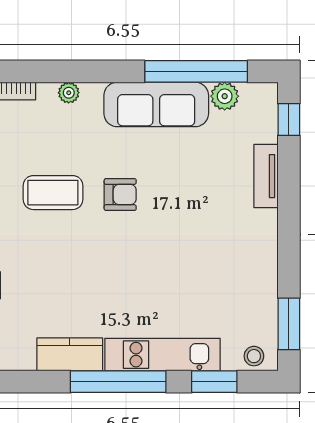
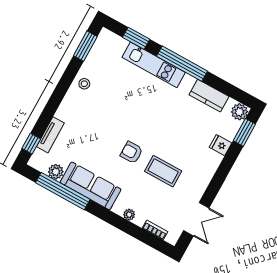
tv unit: (266, 176) -> (50, 135), moved
kitchen counter: (70, 354) -> (209, 96), moved
stool: (254, 356) -> (84, 84), moved

